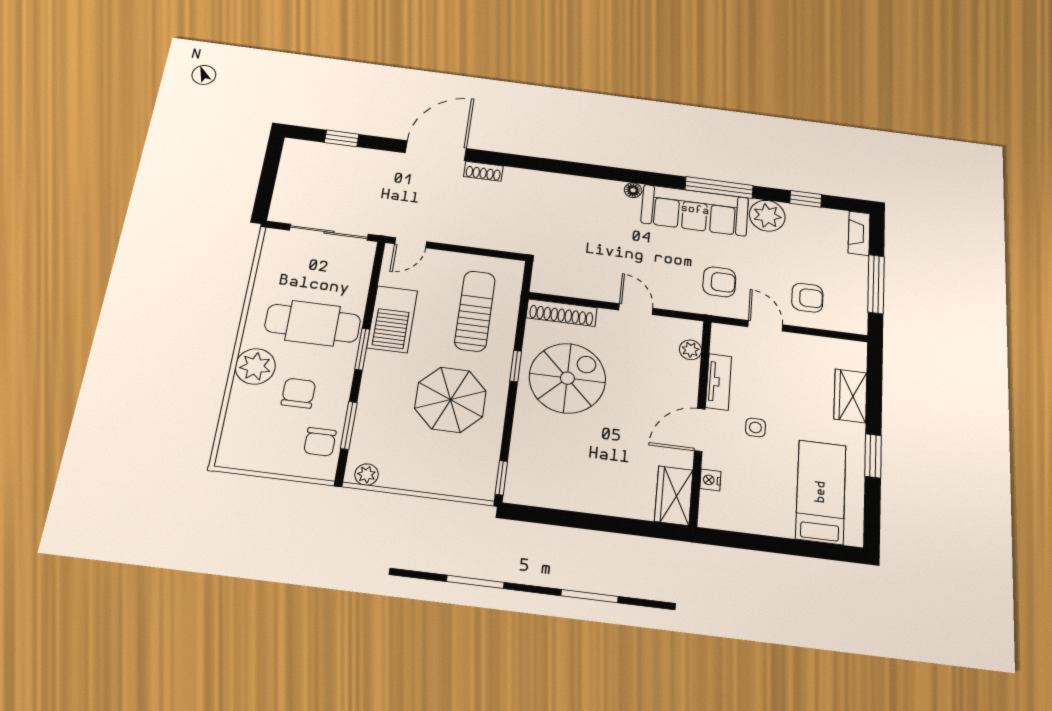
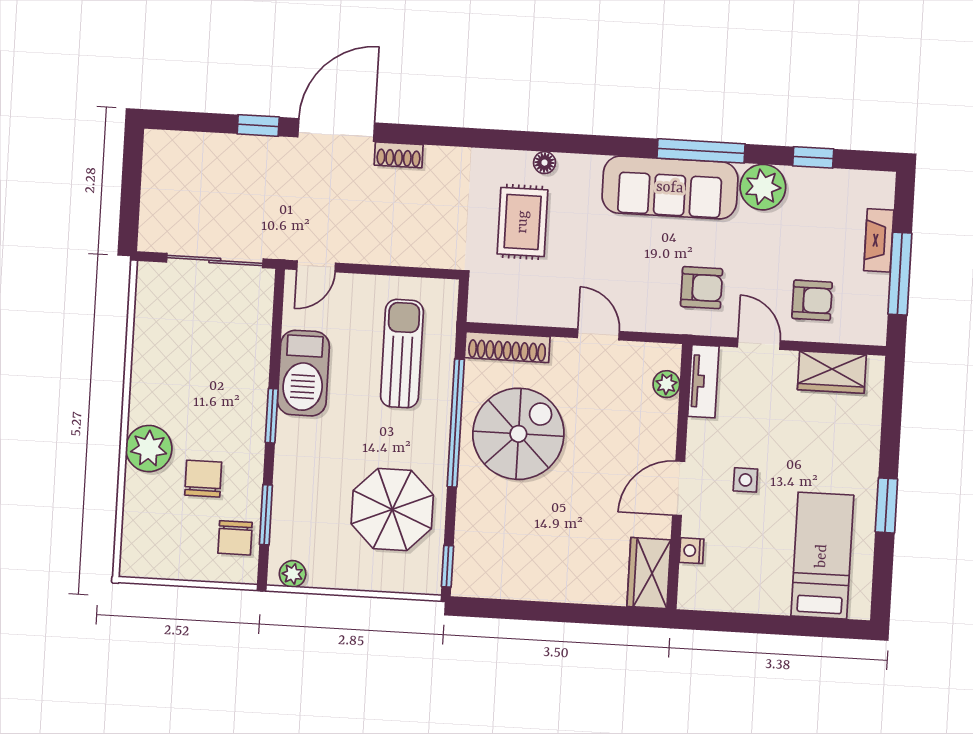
window: (342, 138) -> (258, 125), moved
floor lamp: (633, 190) -> (544, 163), moved
rug: (578, 225) -> (523, 222), added
fireplace: (859, 233) -> (879, 240), moved
cafe table: (313, 323) -> (209, 387), removed
window: (516, 366) -> (456, 423), width x3.17
tv unit: (719, 382) -> (703, 381), moved
wardrobe: (850, 396) -> (832, 372), moved, turned -90
parasol: (450, 400) -> (392, 509), moved

